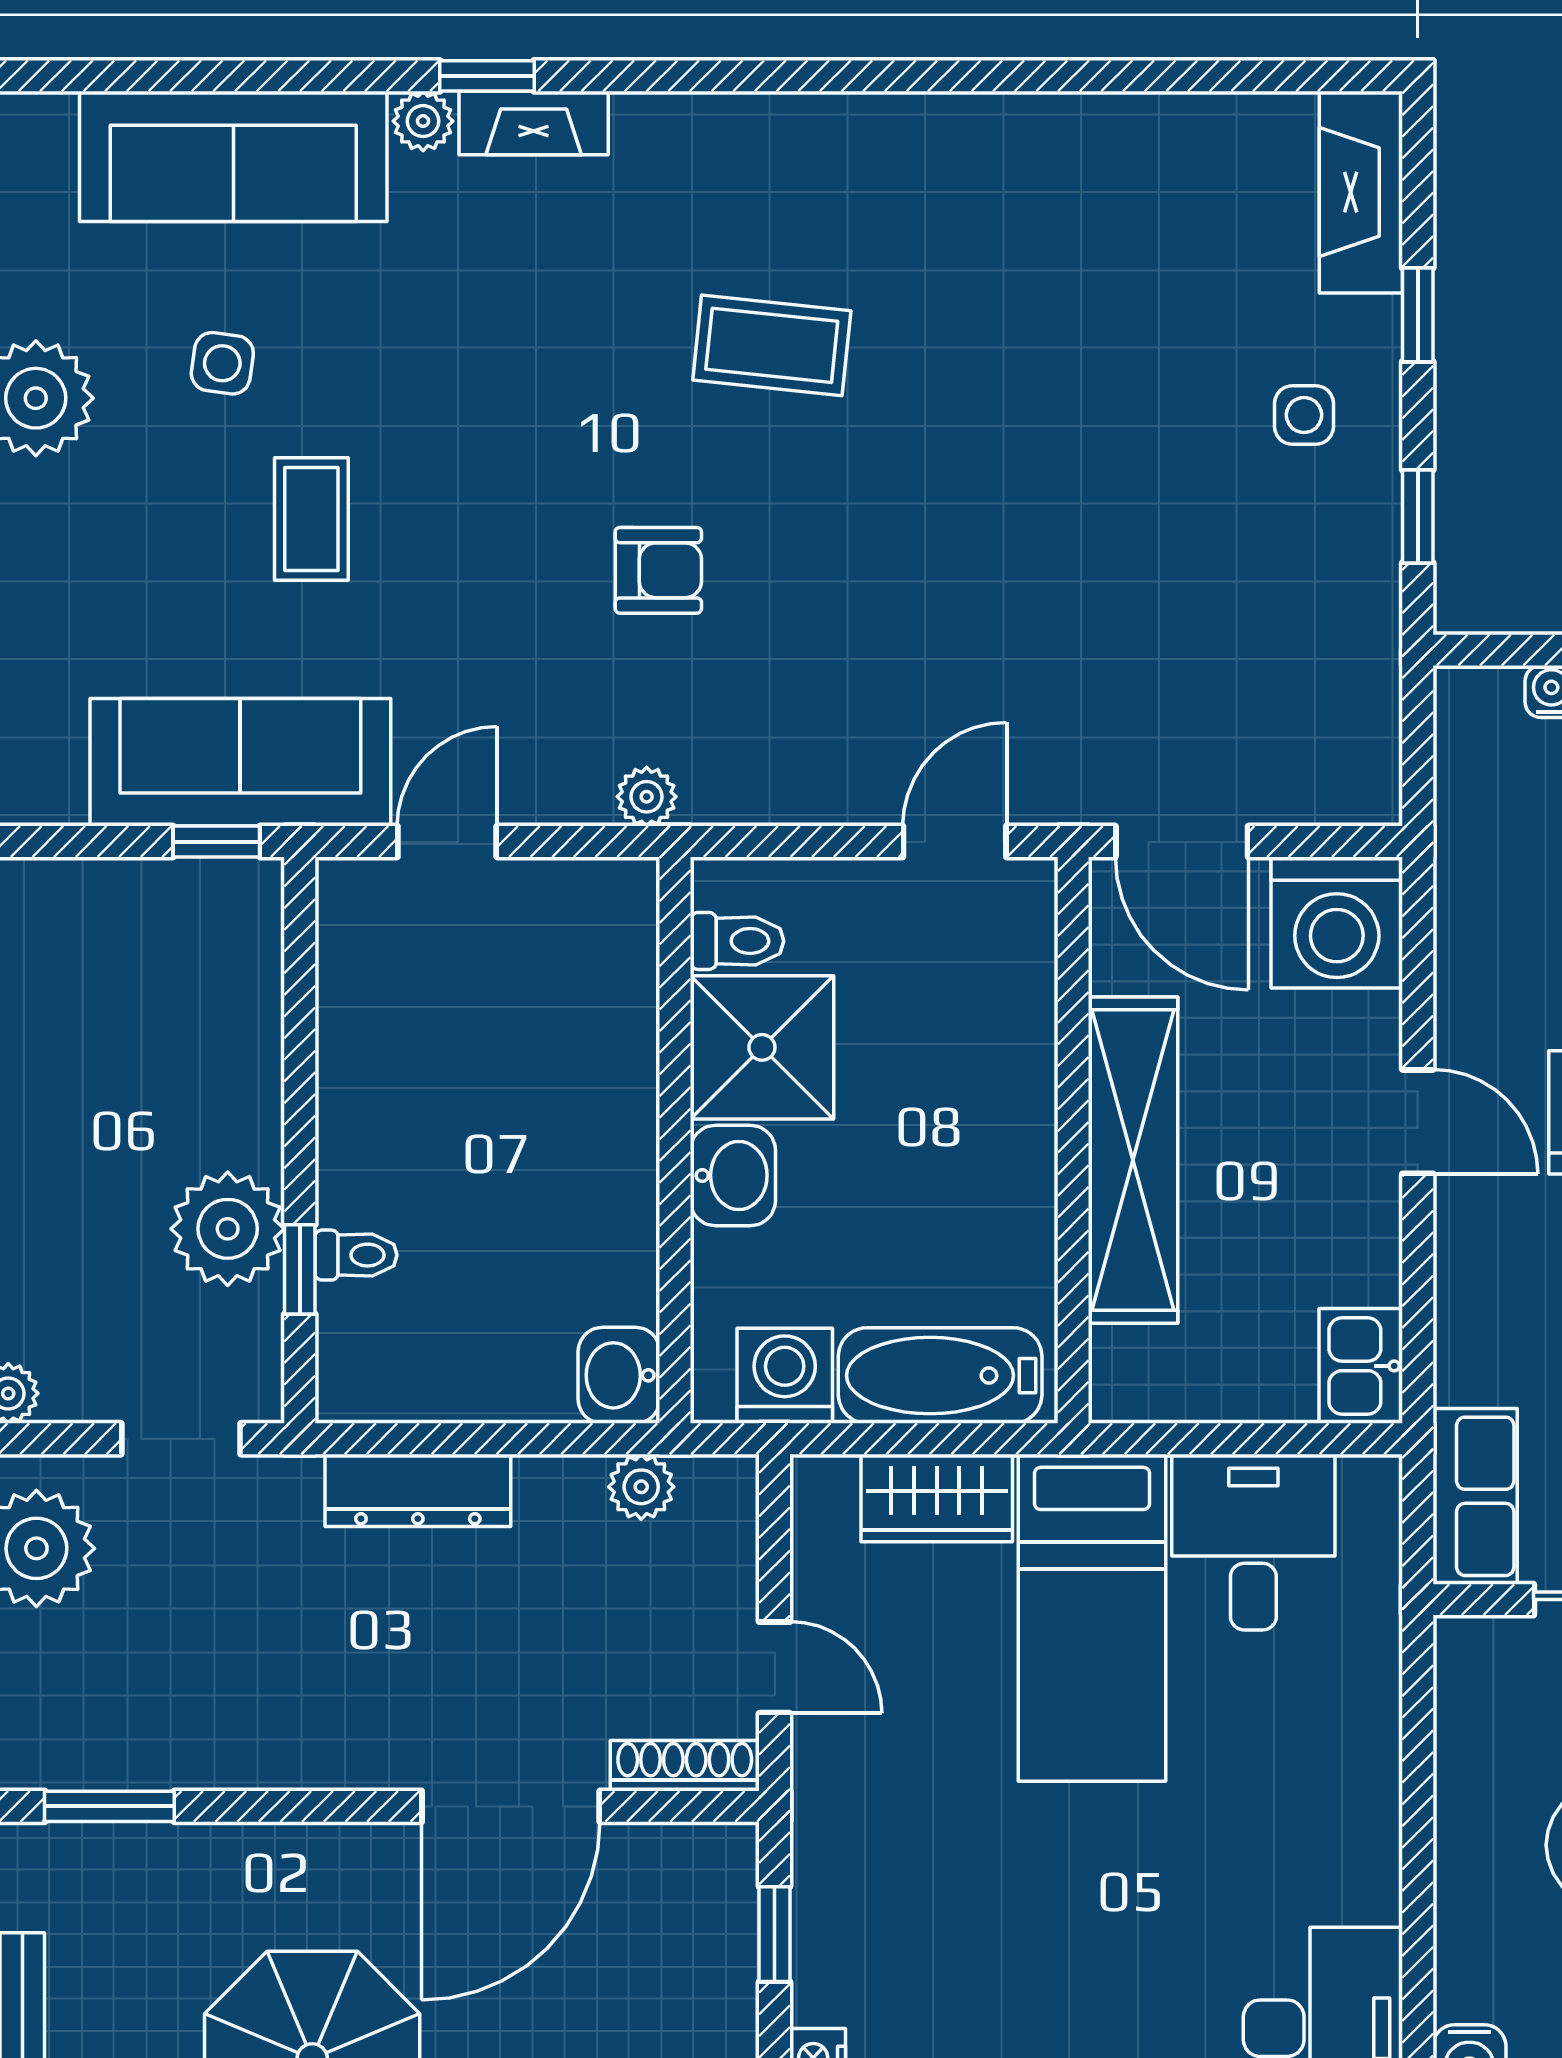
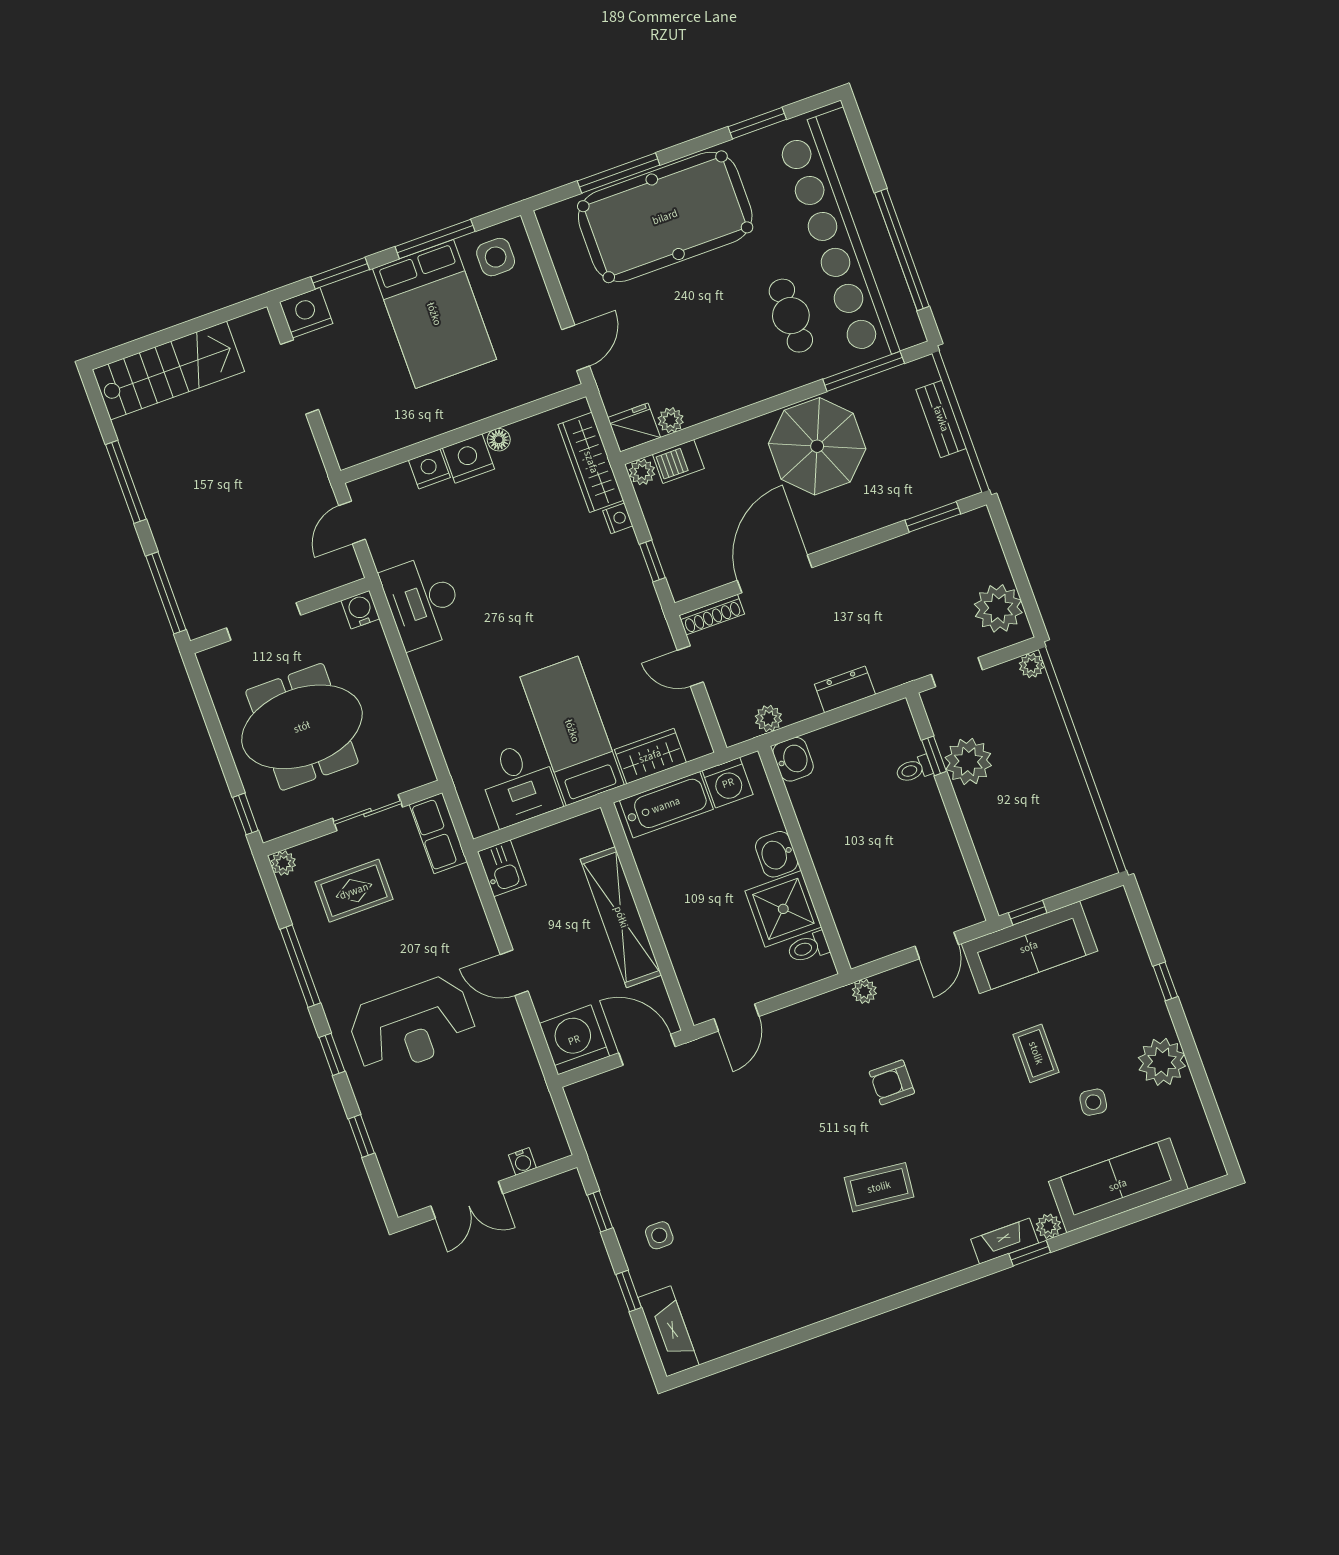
dresser: (418, 1490) -> (845, 689), width x0.70

